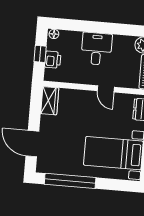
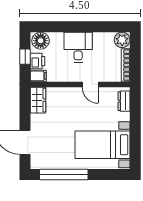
floor lamp: (54, 34) -> (41, 41), width x1.89, depth x1.89
filing cabinet: (52, 75) -> (38, 76), added

